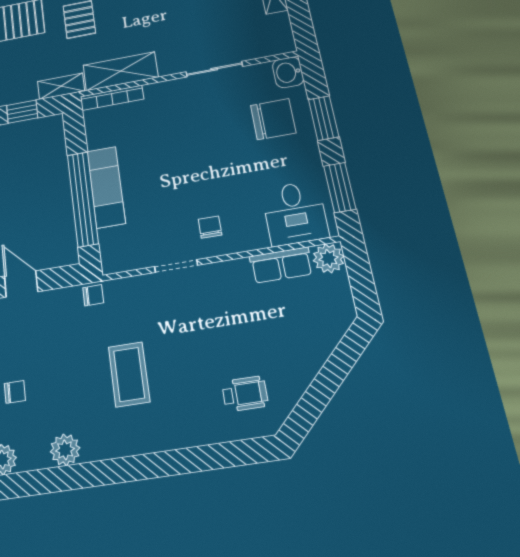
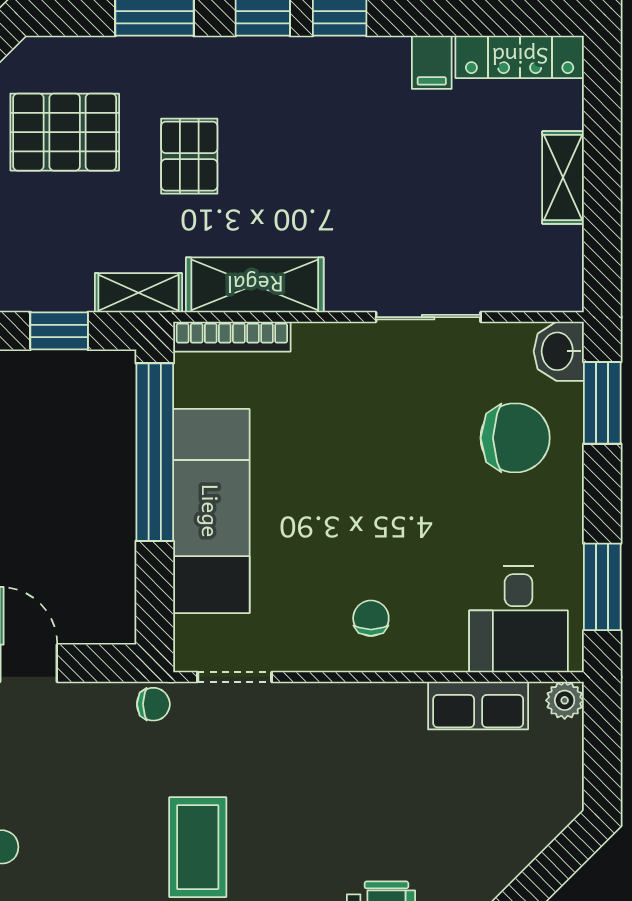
window: (324, 118) -> (602, 403), moved
exam couch: (106, 187) -> (211, 511), width x1.36, depth x1.45
window: (83, 199) -> (155, 452), moved
plant: (328, 258) -> (565, 700), width x0.73, depth x0.73
doorway: (176, 266) -> (235, 677), moved

